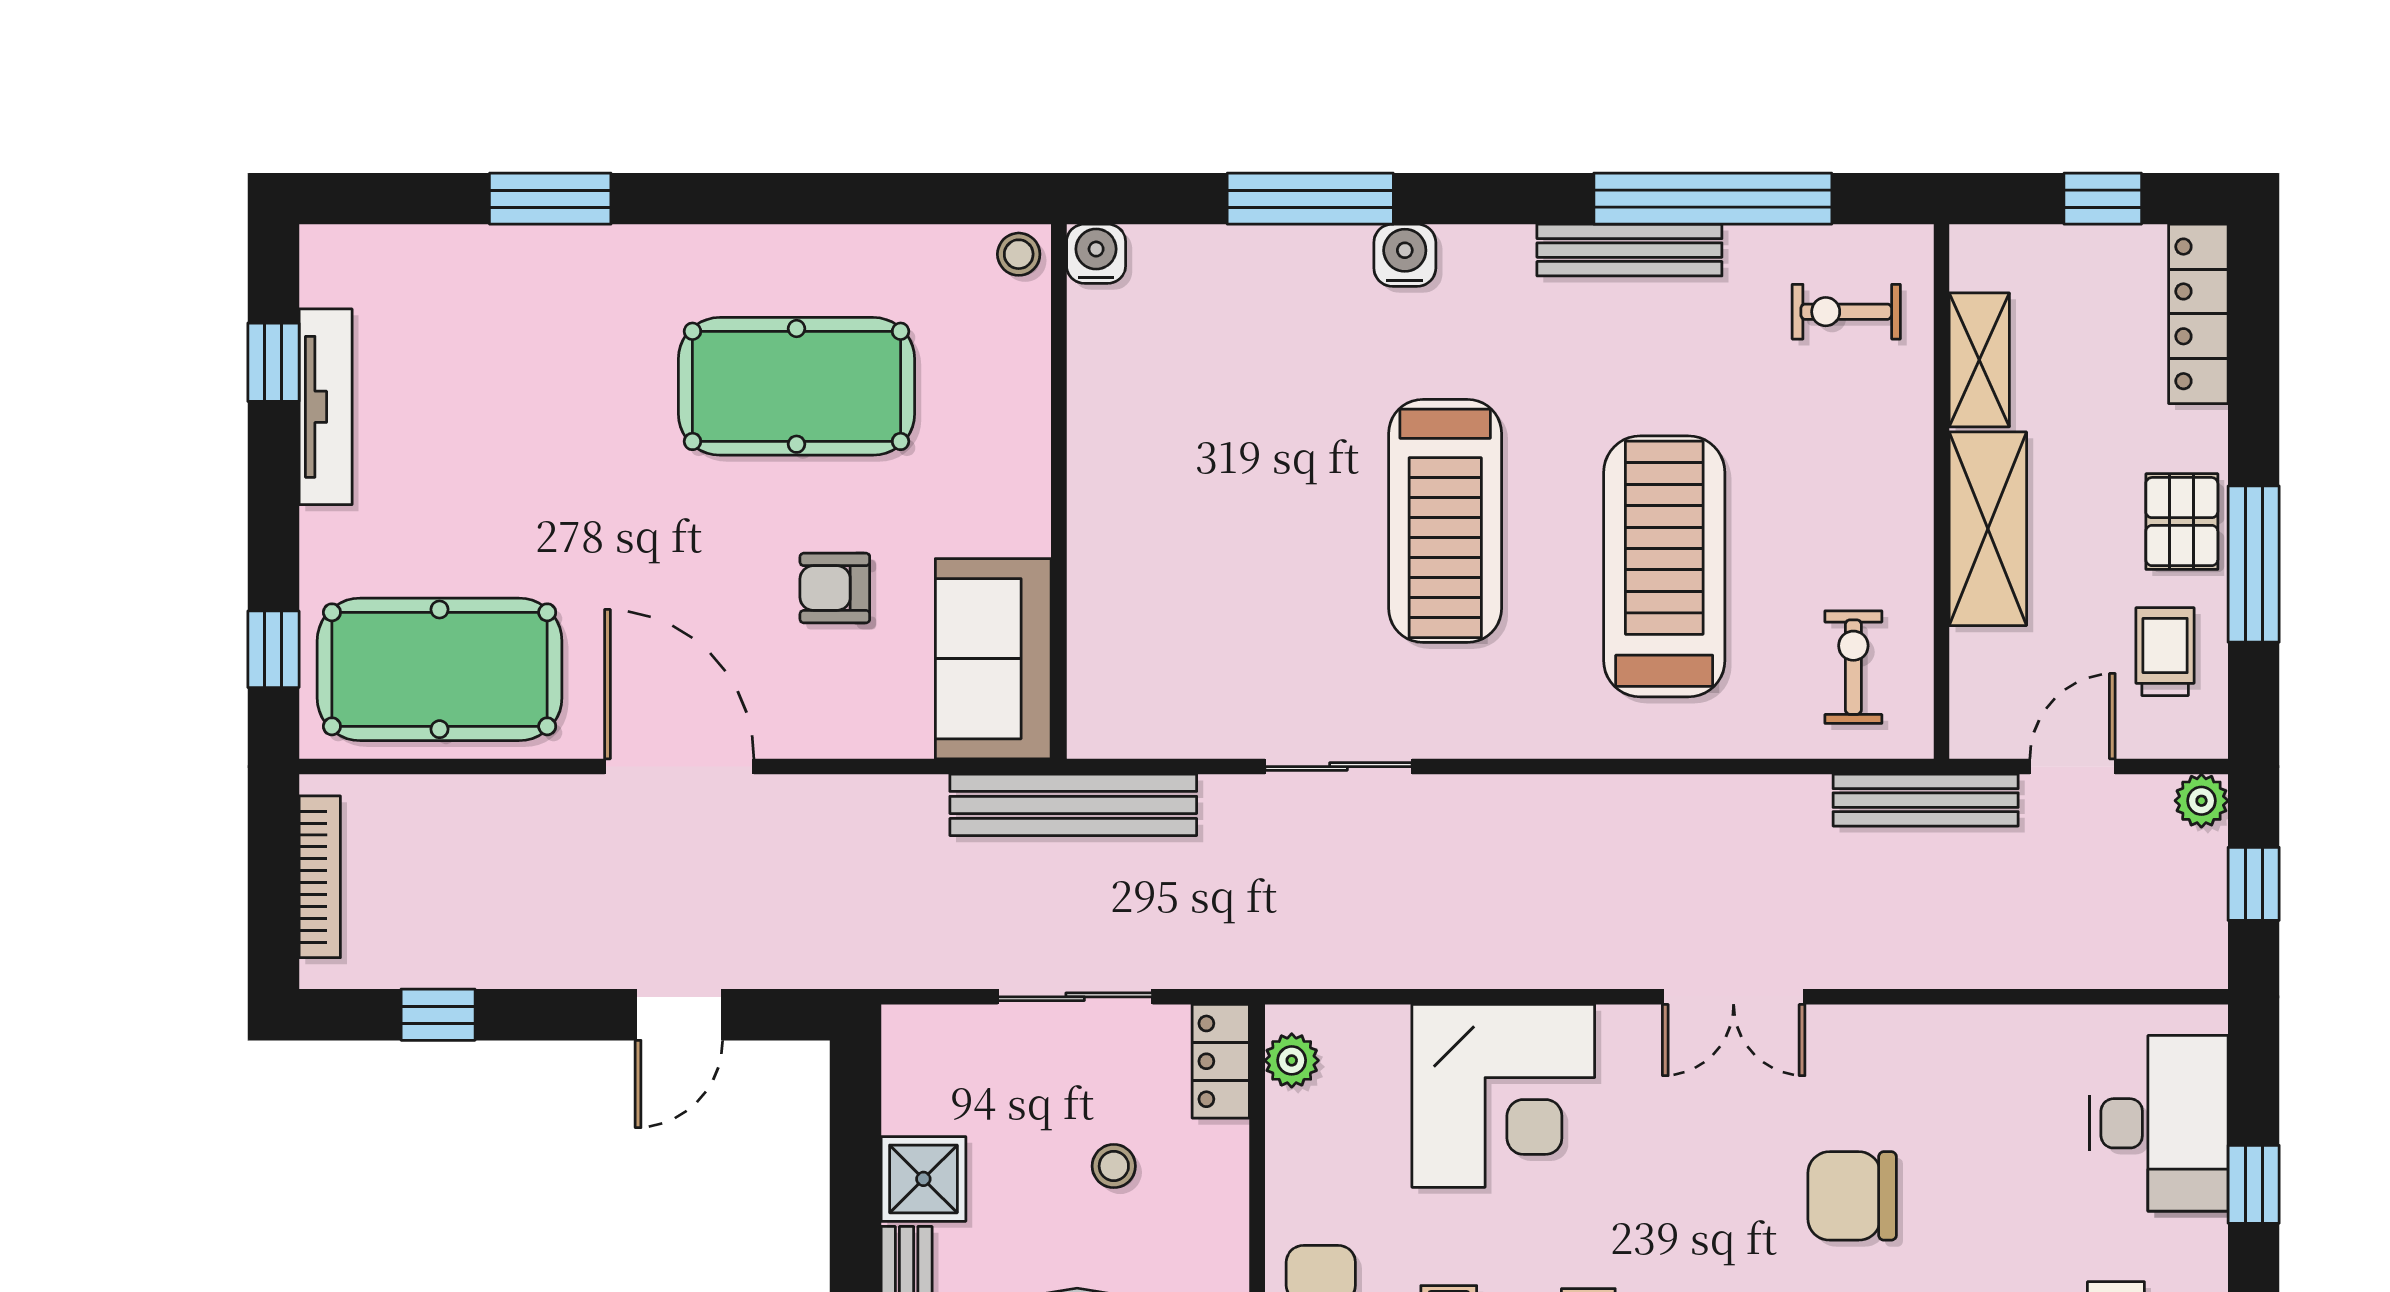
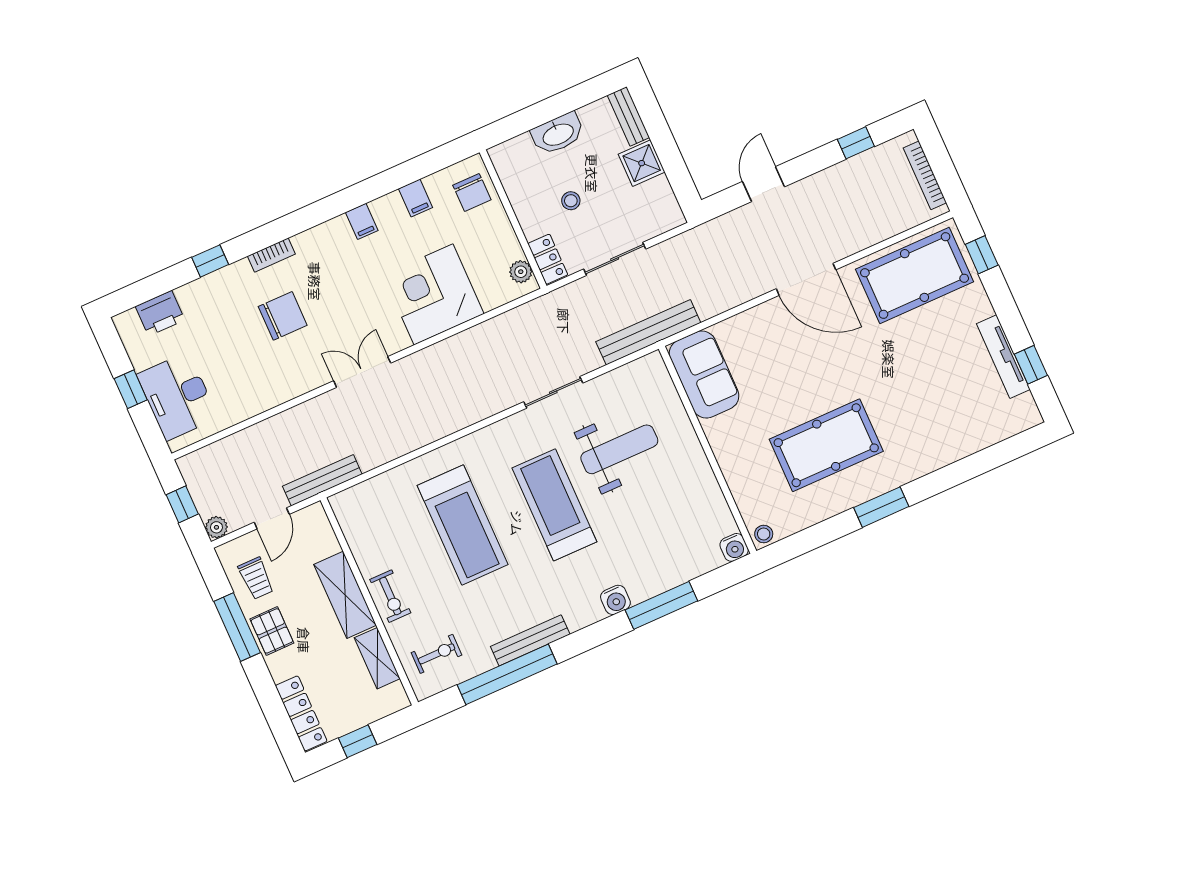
window: (550, 199) -> (881, 507), moved
weight bench: (1250, 578) -> (619, 449), added
armchair: (835, 588) -> (777, 374), removed
exercise bike: (1853, 667) -> (390, 596), moved

